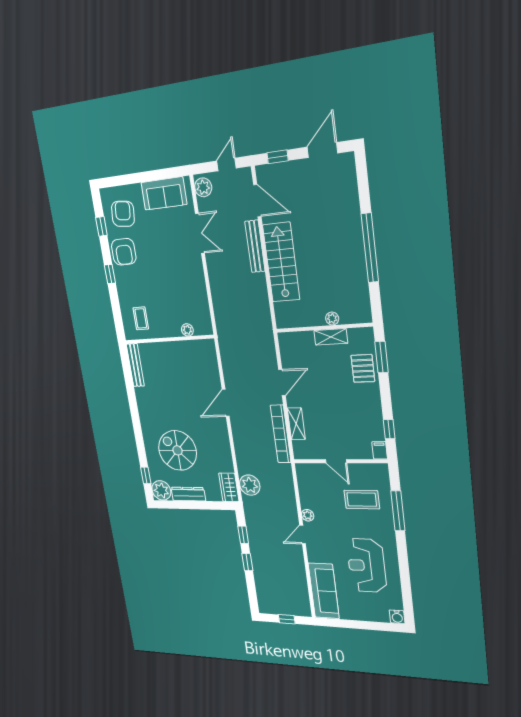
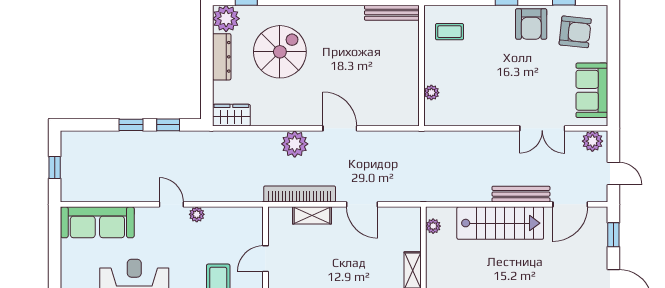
armchair: (124, 252) -> (531, 24), turned -90
plant: (332, 318) -> (433, 226), moved
plant: (250, 485) -> (295, 144), moved

